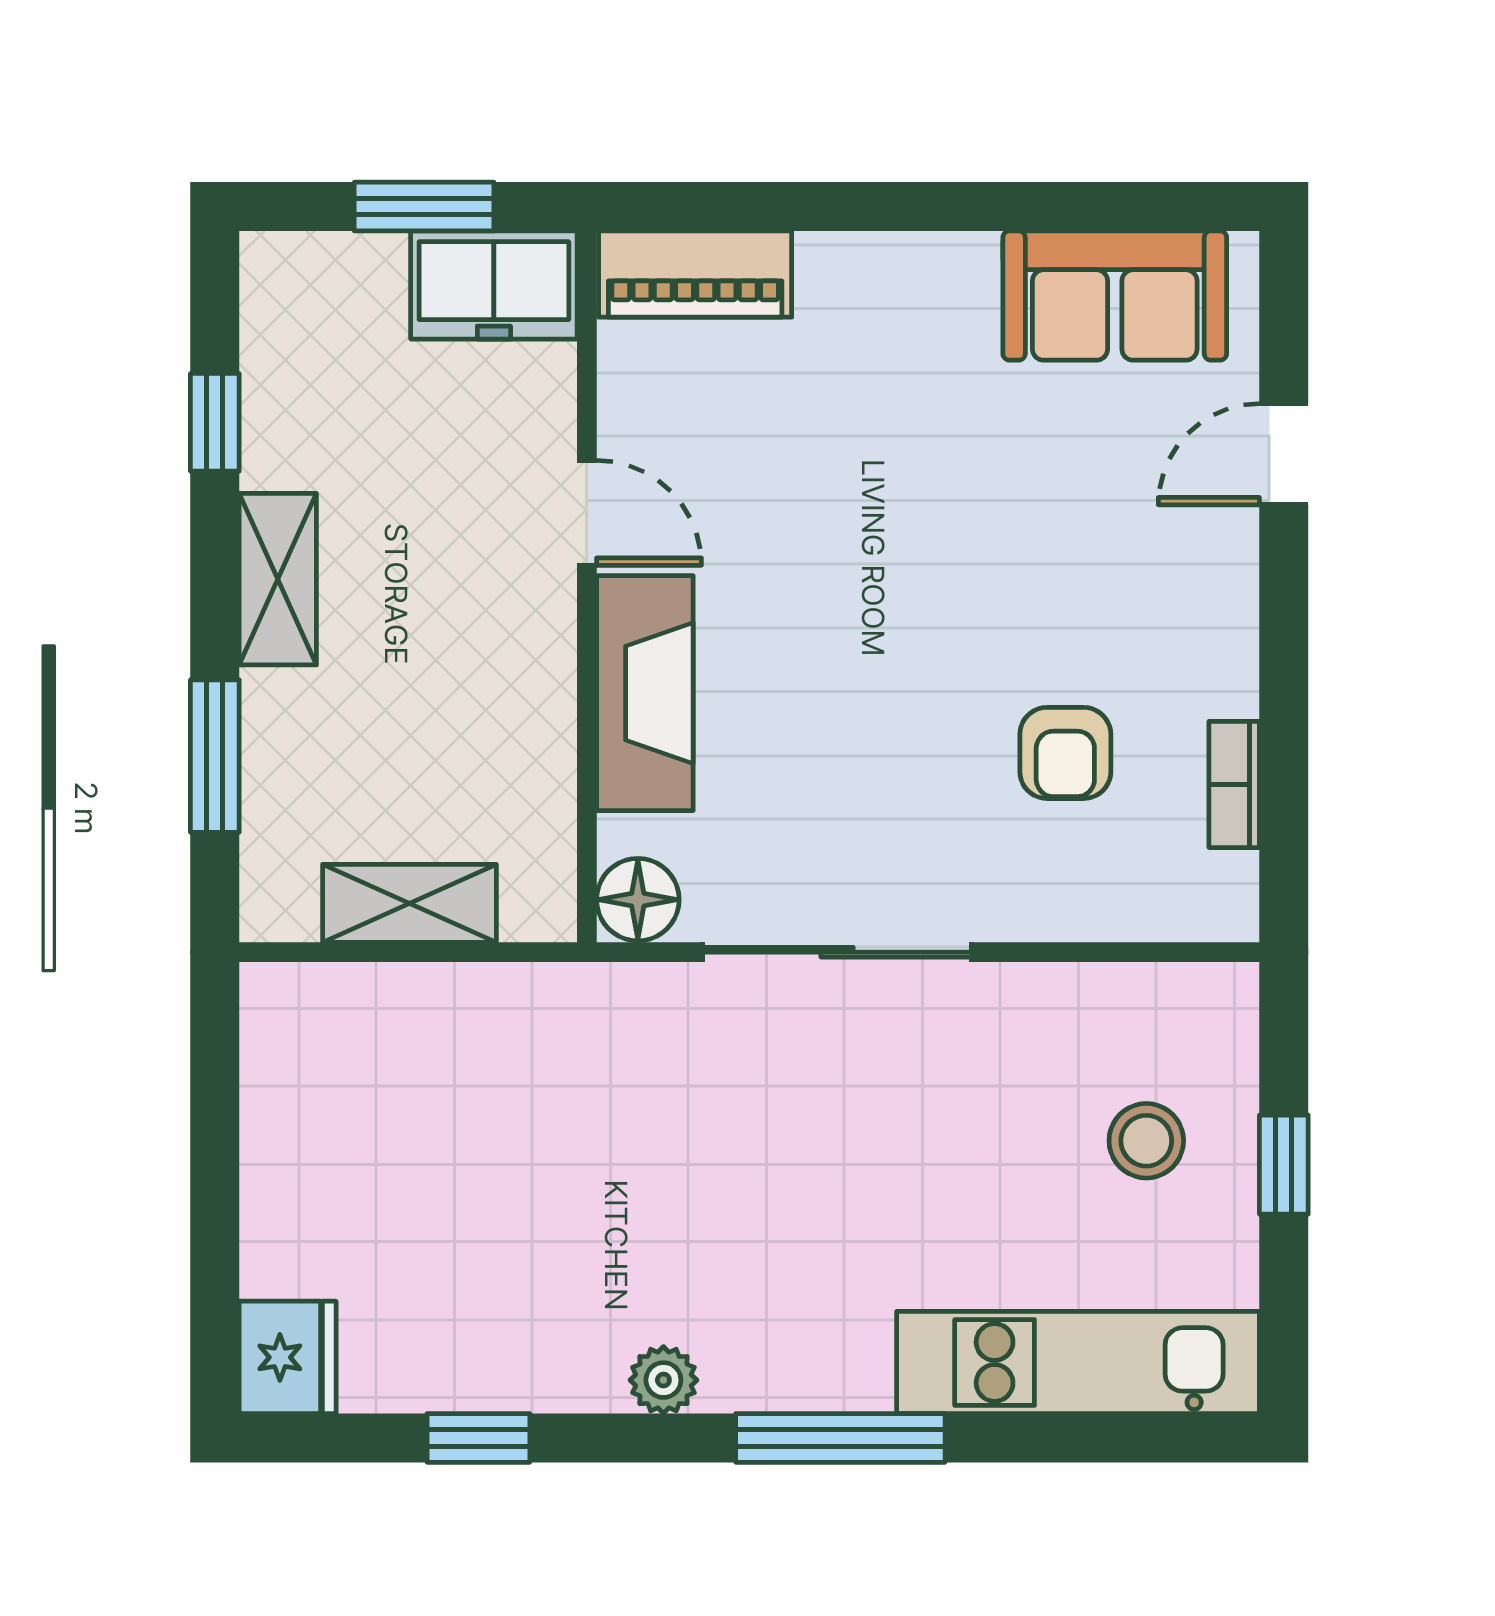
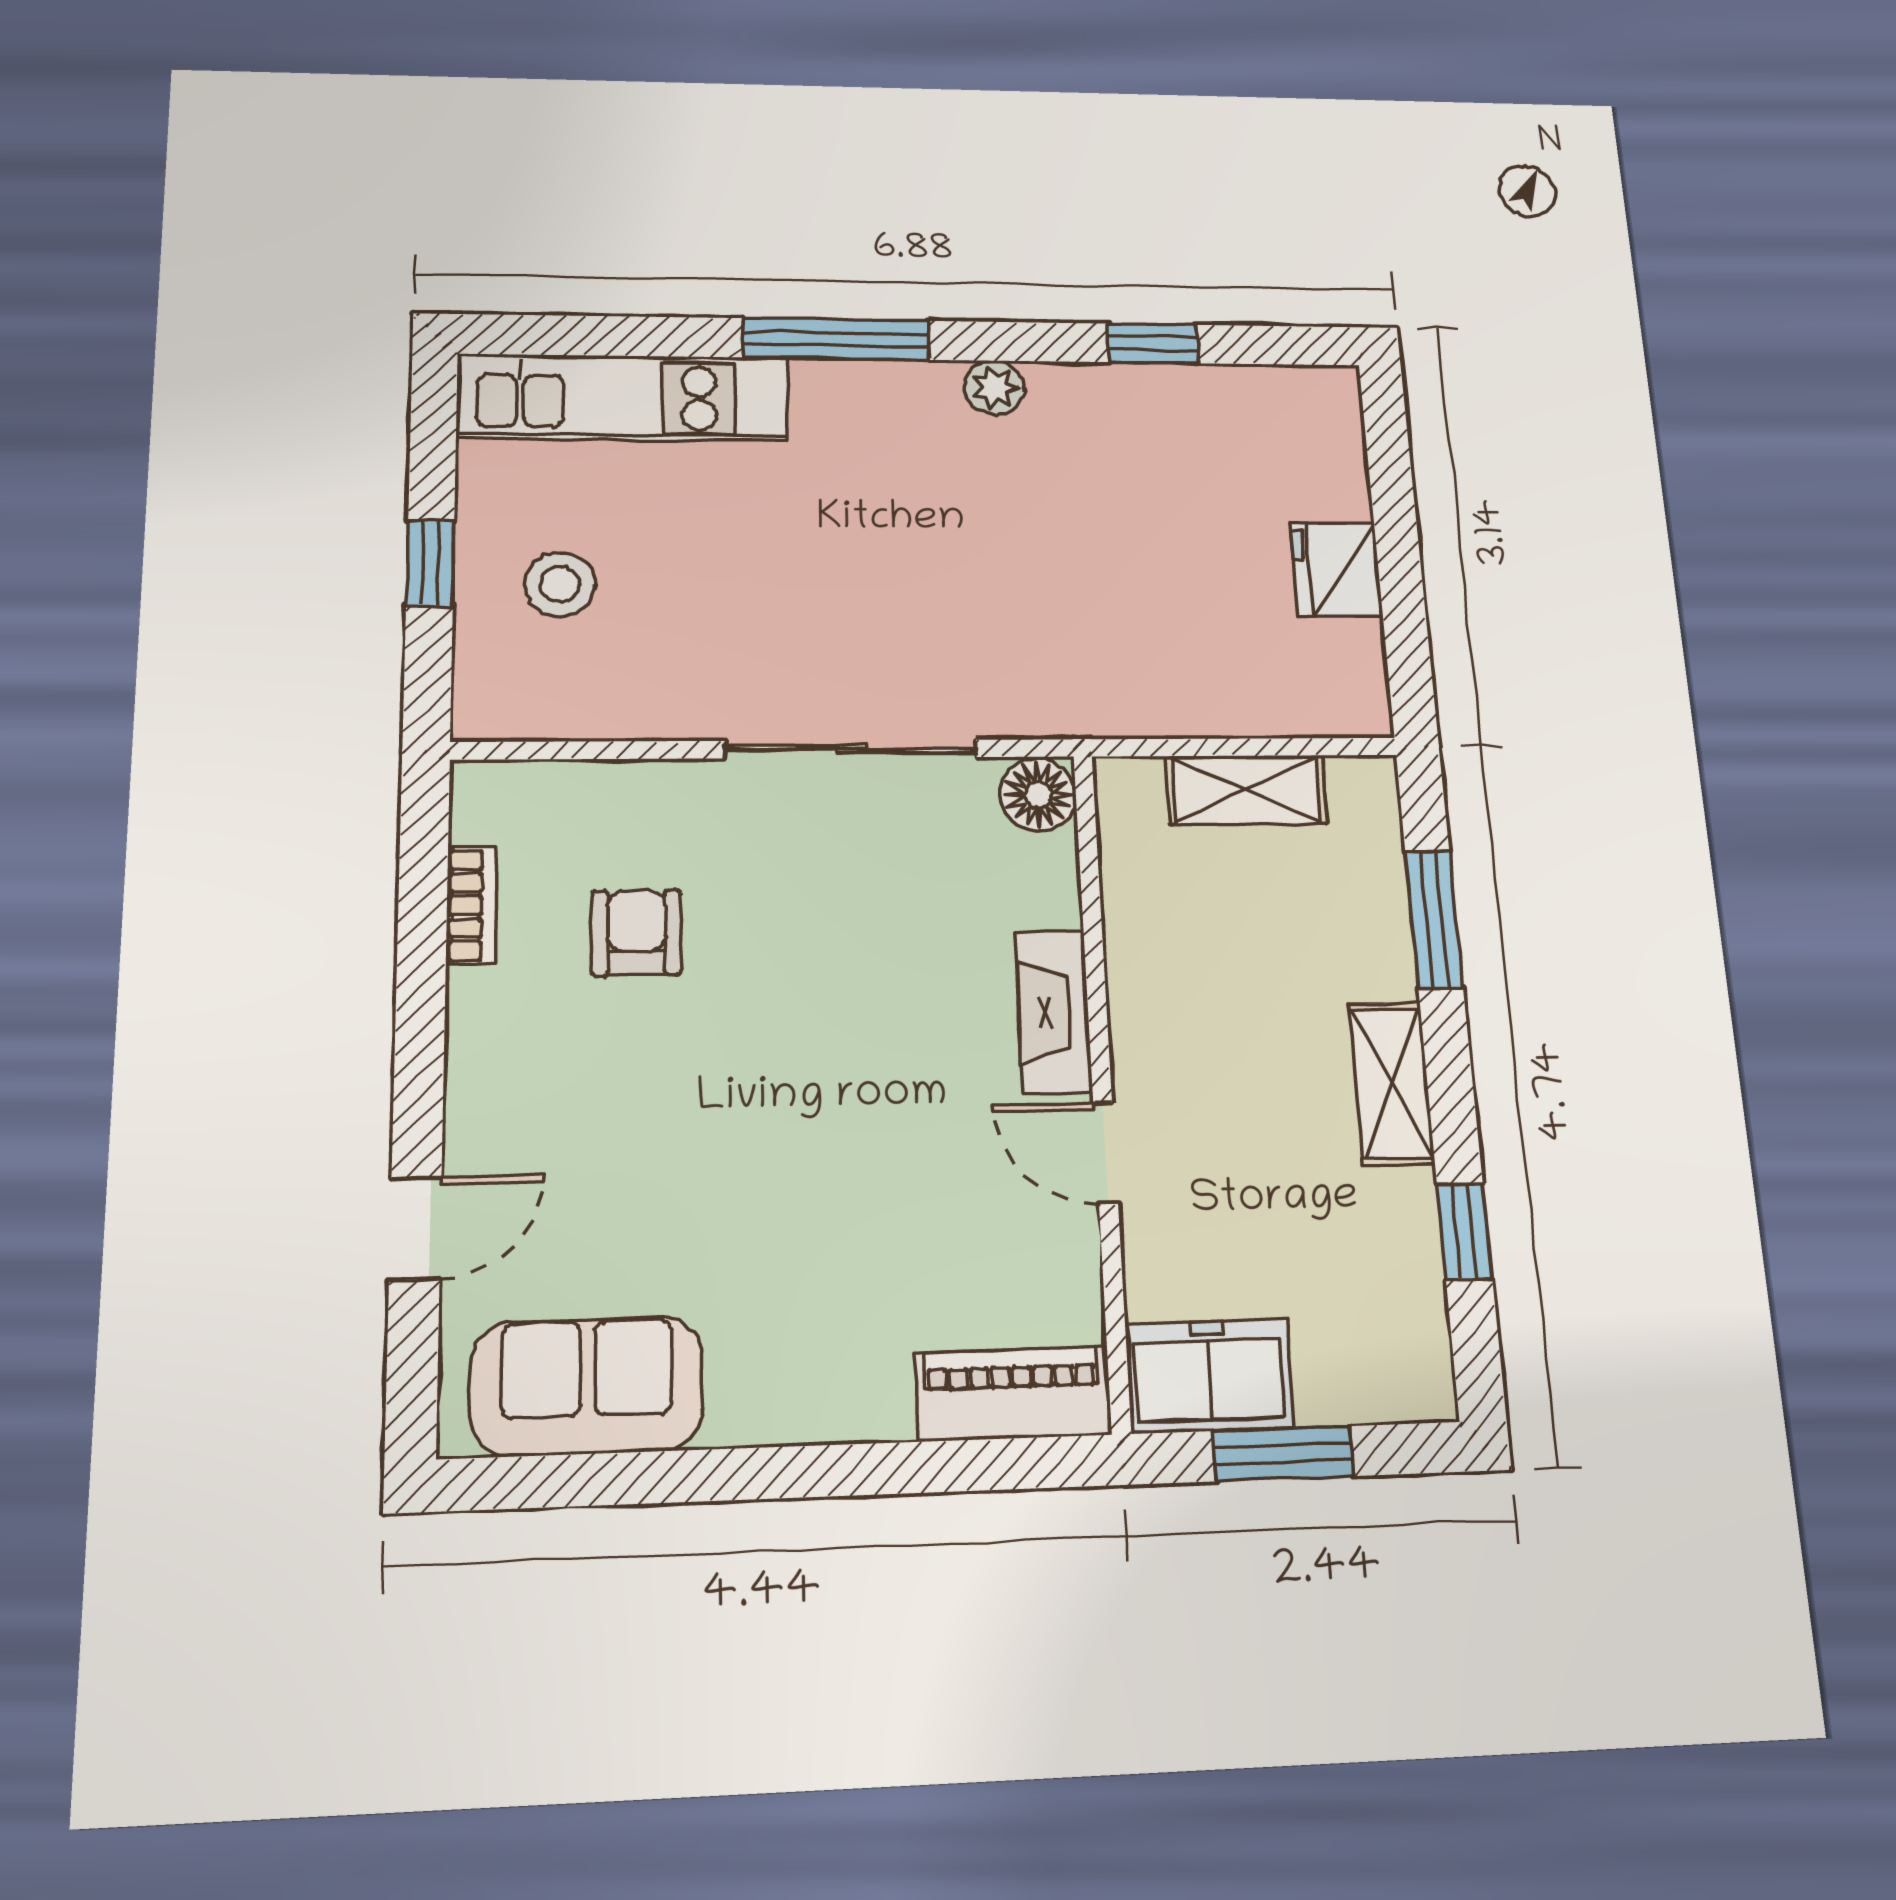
fireplace: (645, 693) -> (1054, 1012), width x0.73, depth x0.76
fridge: (288, 1357) -> (1336, 569), moved

